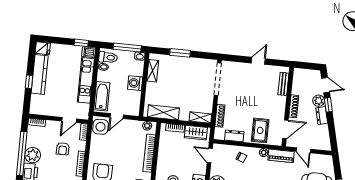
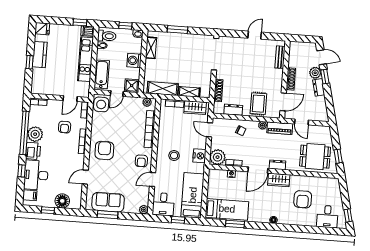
window: (127, 47) -> (125, 26), width x0.46
kitchen counter: (40, 74) -> (40, 55), width x0.67
shower: (132, 109) -> (132, 86), added
shelving: (200, 117) -> (189, 92), moved

